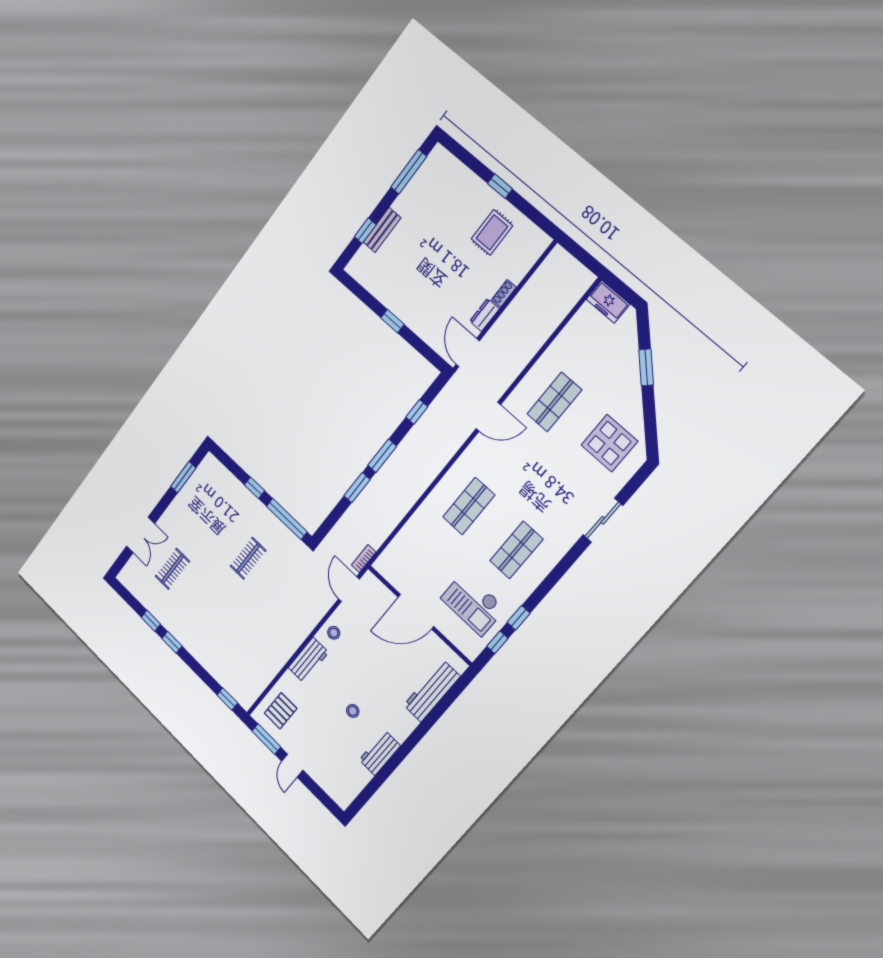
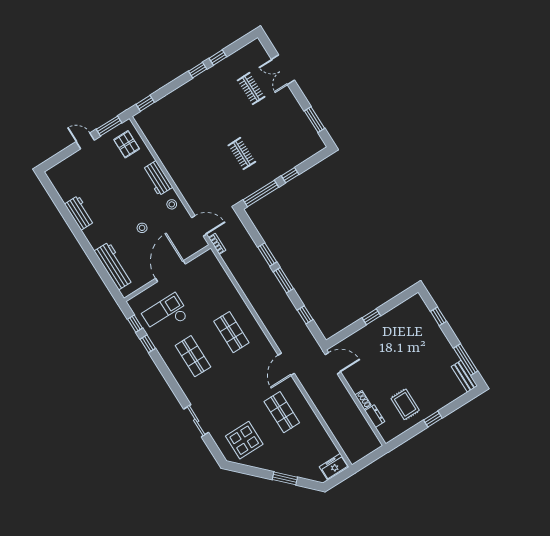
bench: (382, 230) -> (464, 376), moved
dresser: (485, 315) -> (375, 416), moved
stool: (353, 711) -> (142, 228), moved

